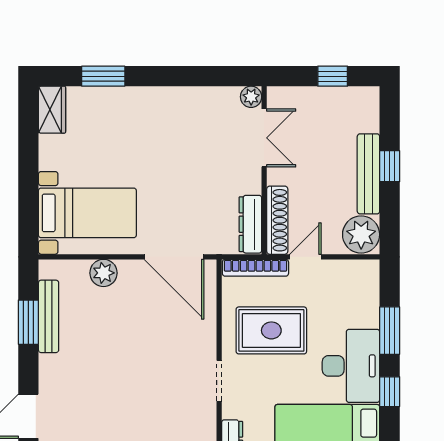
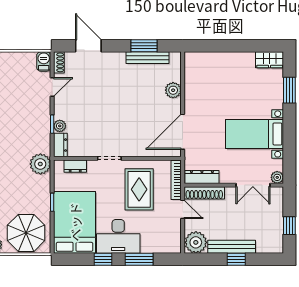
bed with nightstands: (87, 213) -> (255, 134), moved, turned 90

